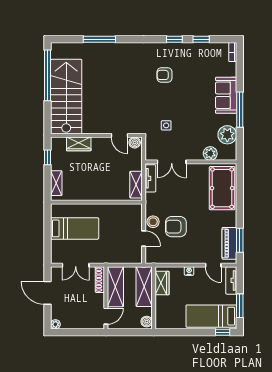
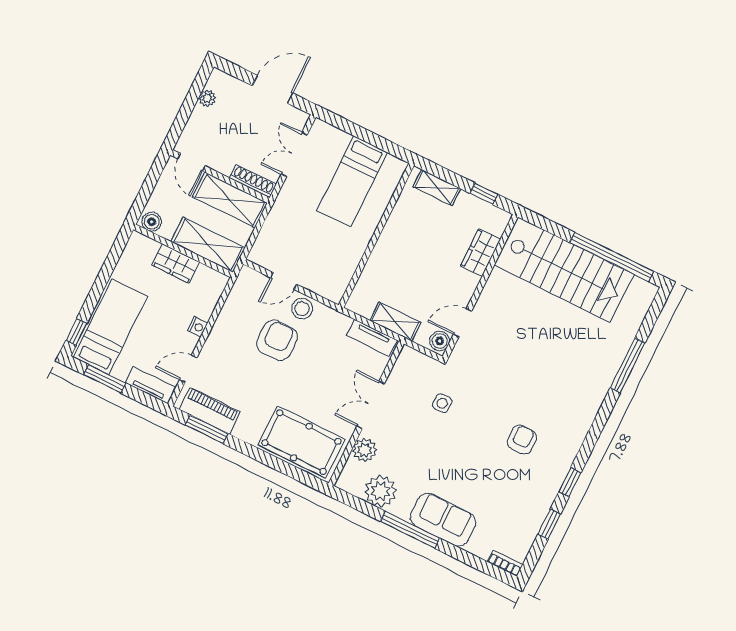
double door: (172, 162) -> (371, 405), moved
shelving: (136, 185) -> (395, 322), moved
wardrobe: (162, 283) -> (176, 264), moved
plant: (55, 324) -> (207, 98), moved

